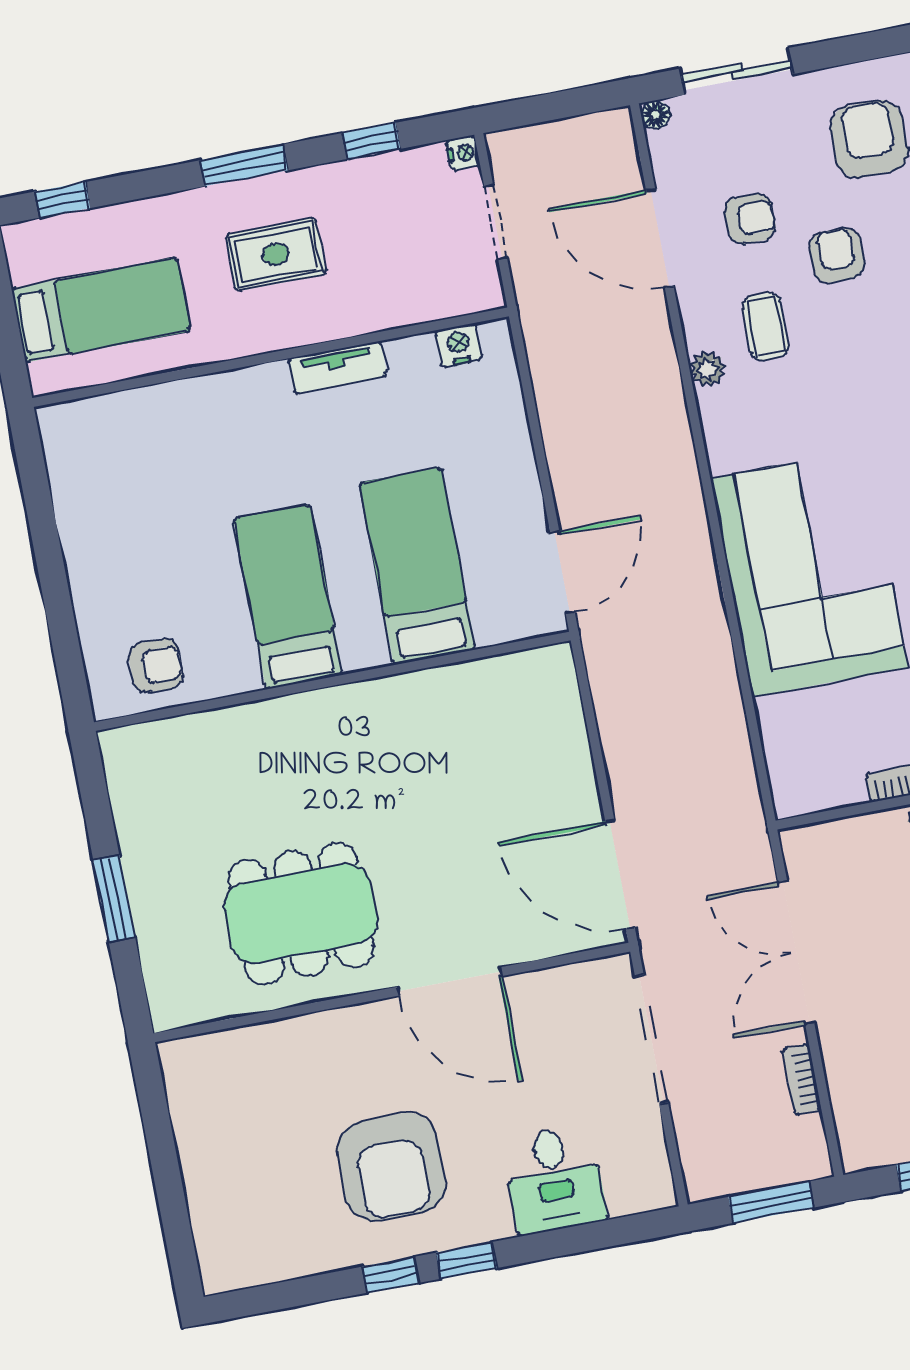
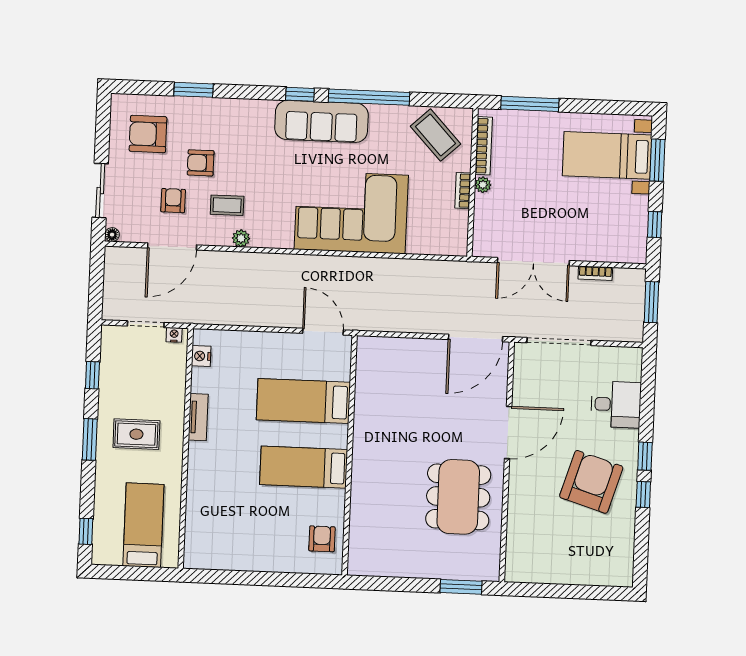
nightstand: (463, 153) -> (174, 335), moved
rug: (276, 254) -> (136, 434), turned 90
window: (114, 898) -> (461, 587), moved
armchair: (391, 1167) -> (591, 482), turned -73

